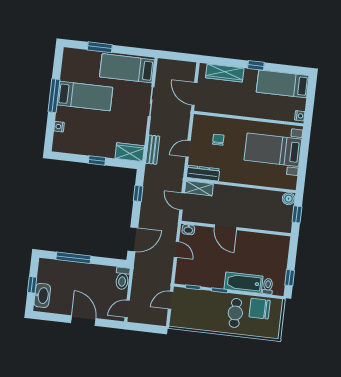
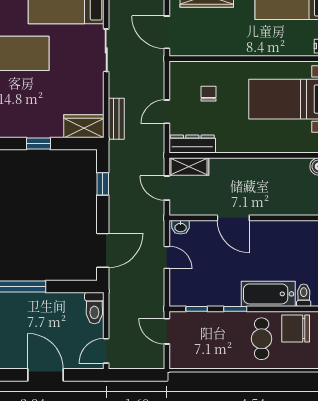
door: (171, 300) -> (167, 331), hinge flipped

